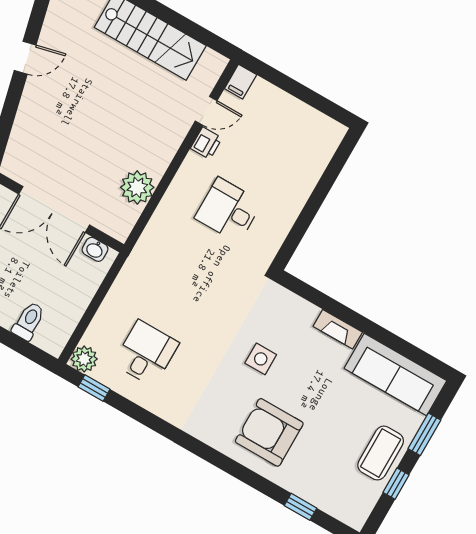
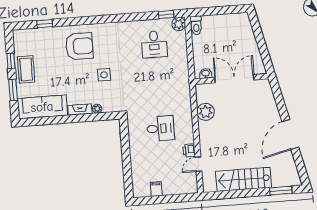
door: (25, 58) -> (290, 134), width x1.87
filing cabinet: (241, 82) -> (156, 189), moved
plant: (309, 312) -> (97, 109), added
toilet: (29, 321) -> (196, 25), moved

